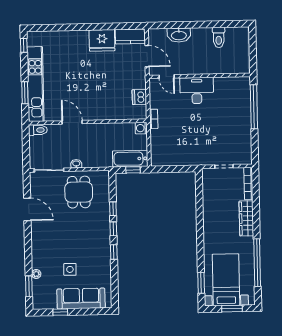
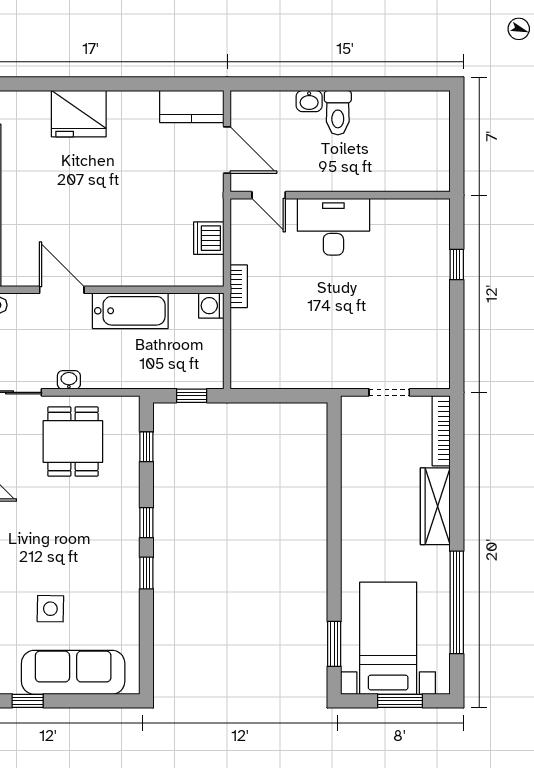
washbasin: (179, 35) -> (309, 101), width x0.52, depth x0.69
toilet: (219, 37) -> (338, 113), moved
fridge: (102, 40) -> (79, 114), moved
window: (254, 107) -> (457, 264), width x0.32
bathtub: (130, 159) -> (130, 311), moved, turned 180
window: (113, 209) -> (146, 447), moved

